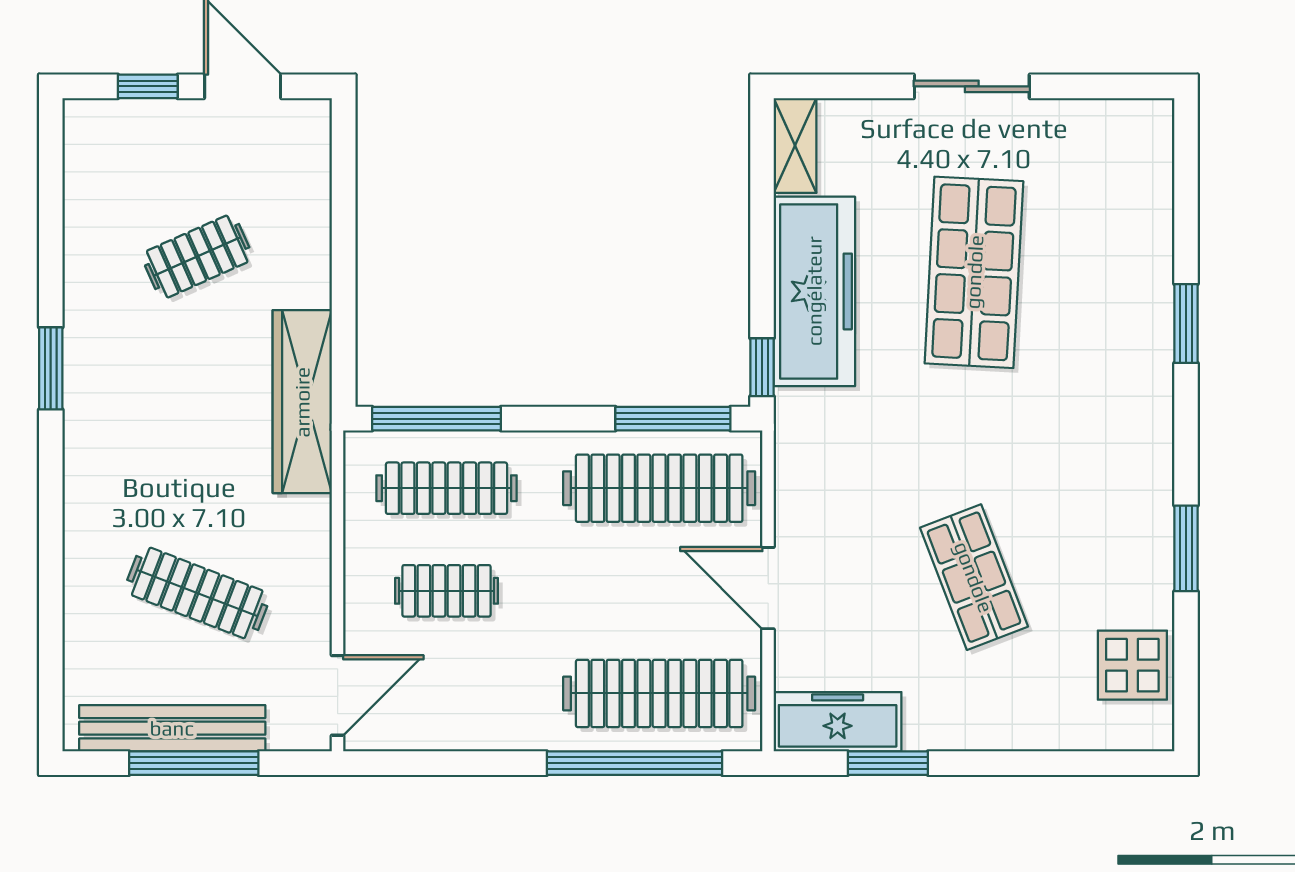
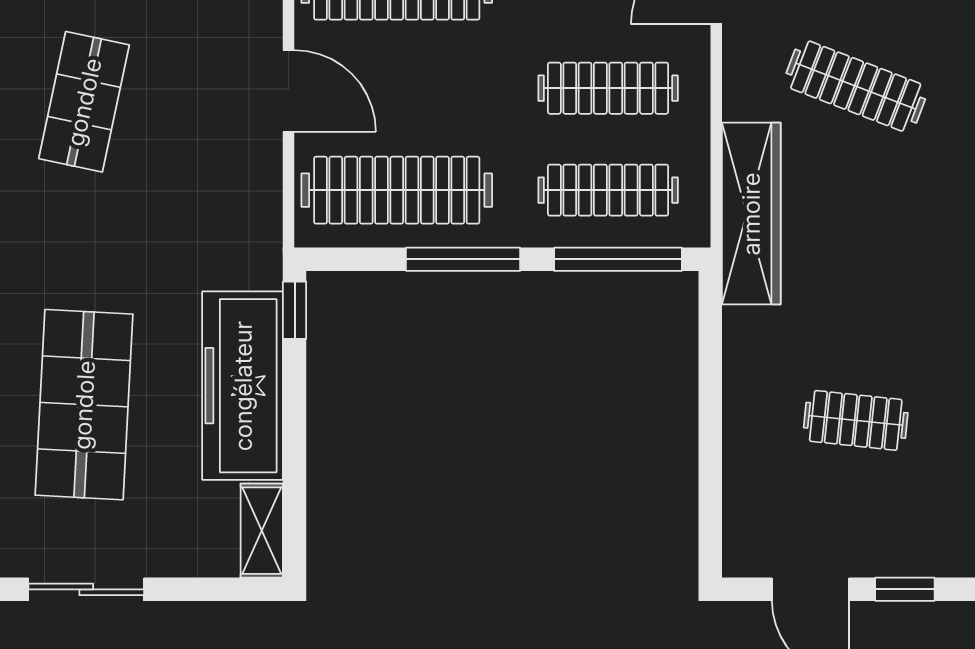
clothes rail: (197, 256) -> (856, 420), turned 30
wardrobe: (302, 402) -> (751, 214), moved
window: (673, 419) -> (463, 259), moved
shop shelf: (974, 577) -> (84, 102), turned 33
clothes rail: (446, 591) -> (608, 88), width x1.36

